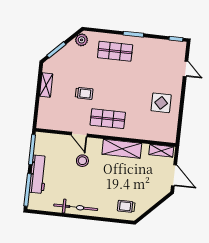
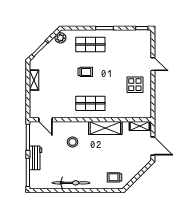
door: (186, 69) -> (153, 64), moved
trolley: (84, 93) -> (85, 72), moved
door: (79, 135) -> (45, 120), moved
workbench: (38, 174) -> (36, 158), width x0.73

